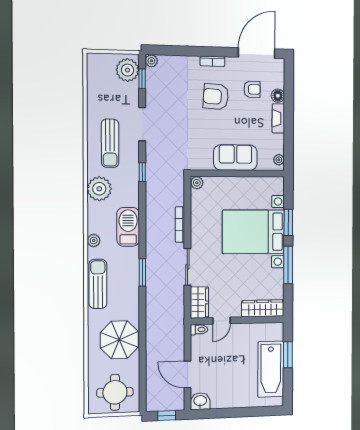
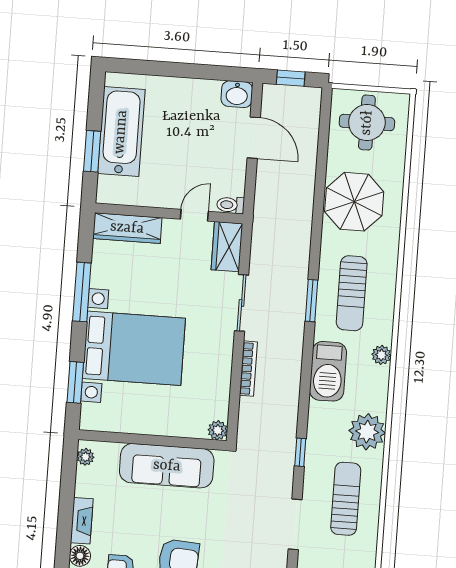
sofa: (235, 158) -> (167, 466), width x1.36
window: (288, 222) -> (75, 382), moved
sun lounger: (98, 284) -> (352, 293), moved

